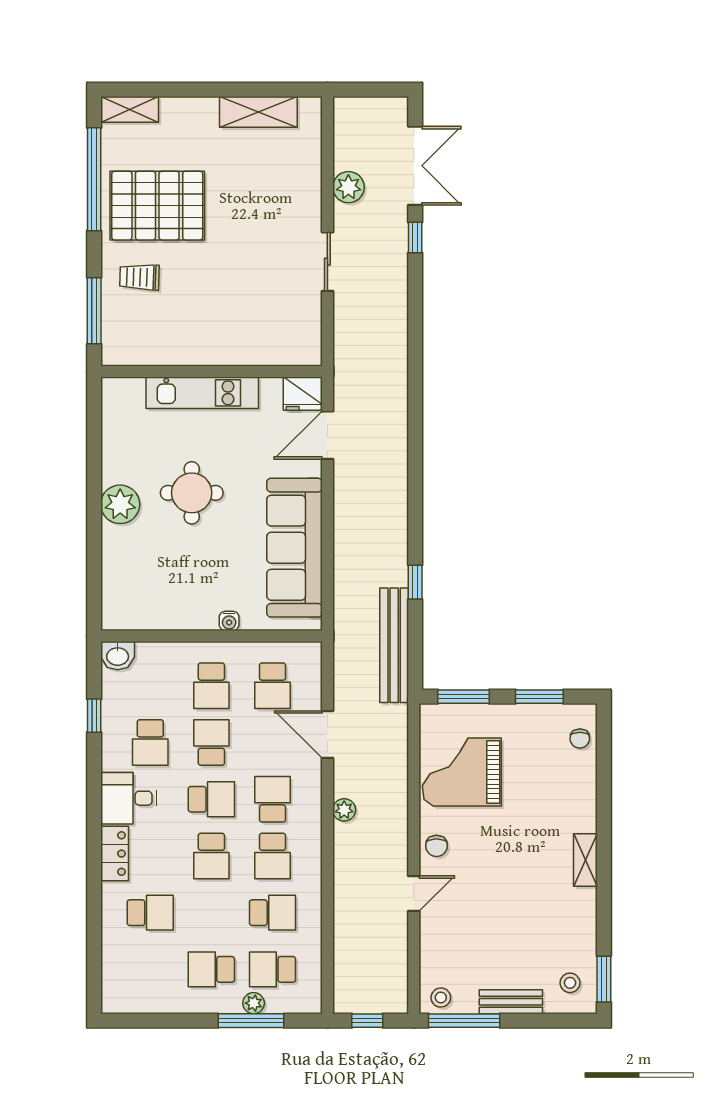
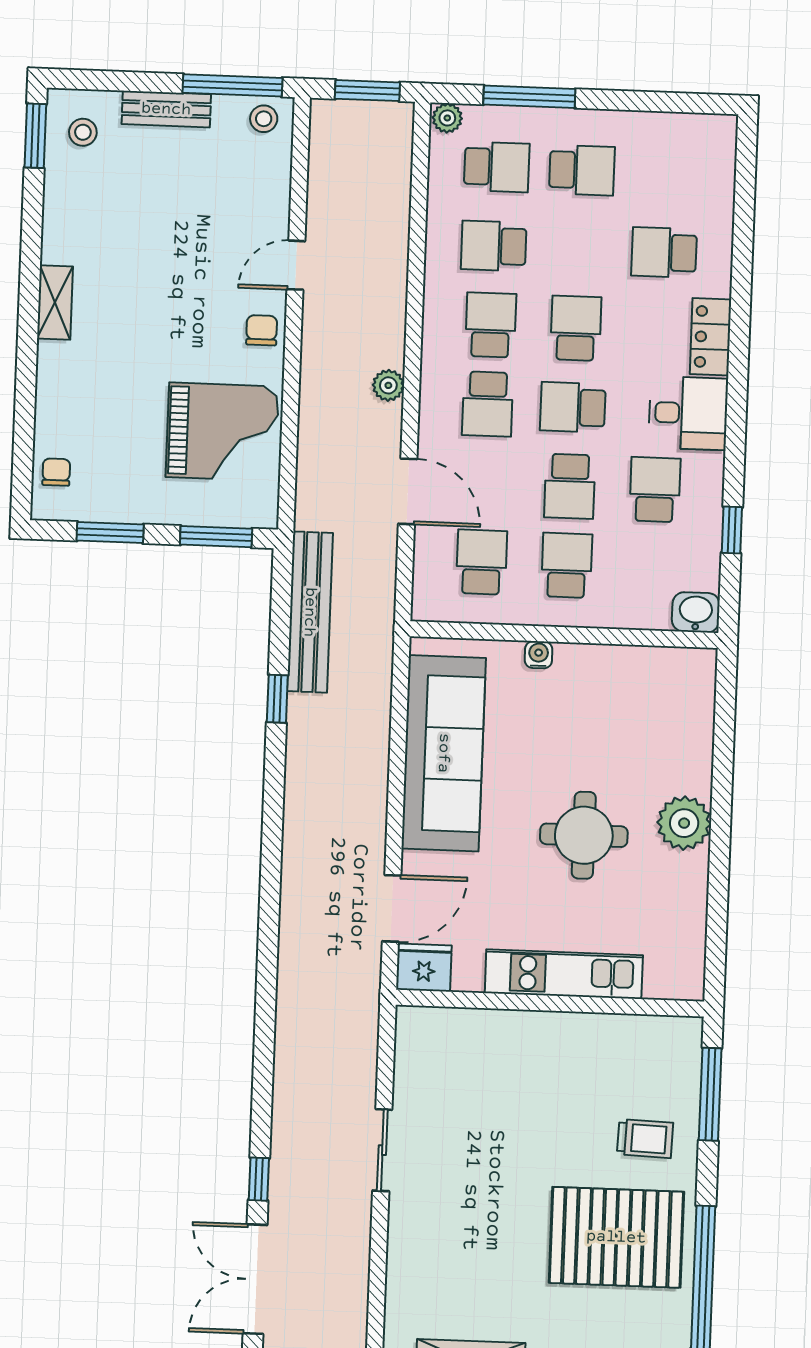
plant: (348, 187) -> (349, 1253), removed
plant: (254, 1003) -> (447, 118), moved
window: (367, 1021) -> (367, 91), width x1.50

